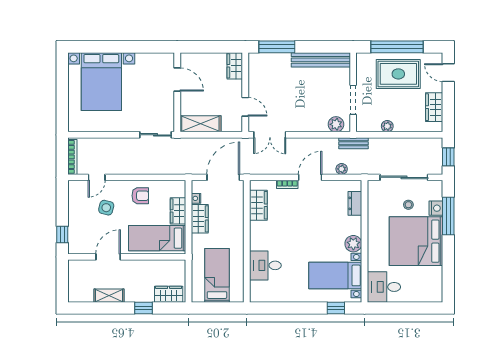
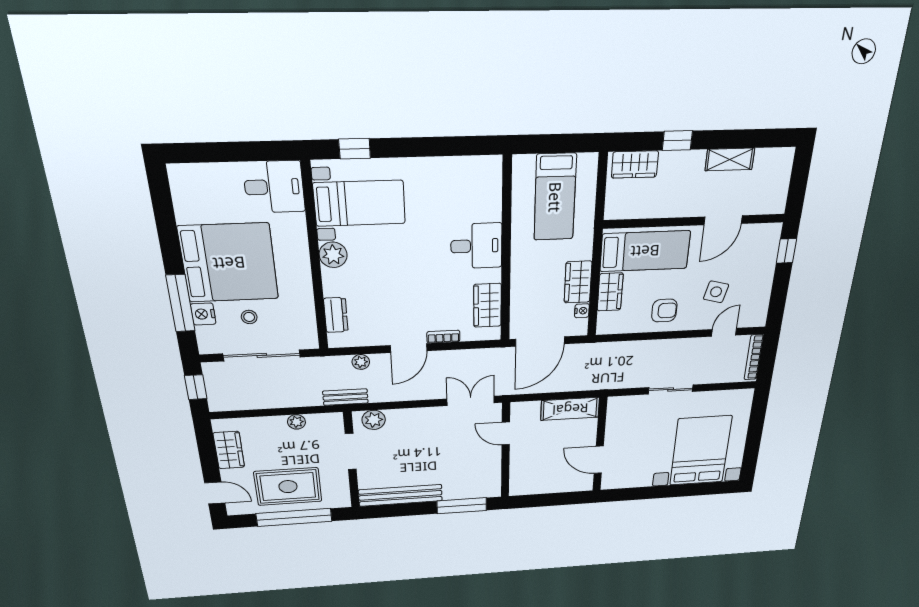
wardrobe: (235, 66) -> (520, 481), removed
sliding door: (156, 135) -> (671, 389), moved
armchair: (140, 196) -> (664, 311), turned 180
desk: (265, 265) -> (476, 246), moved

